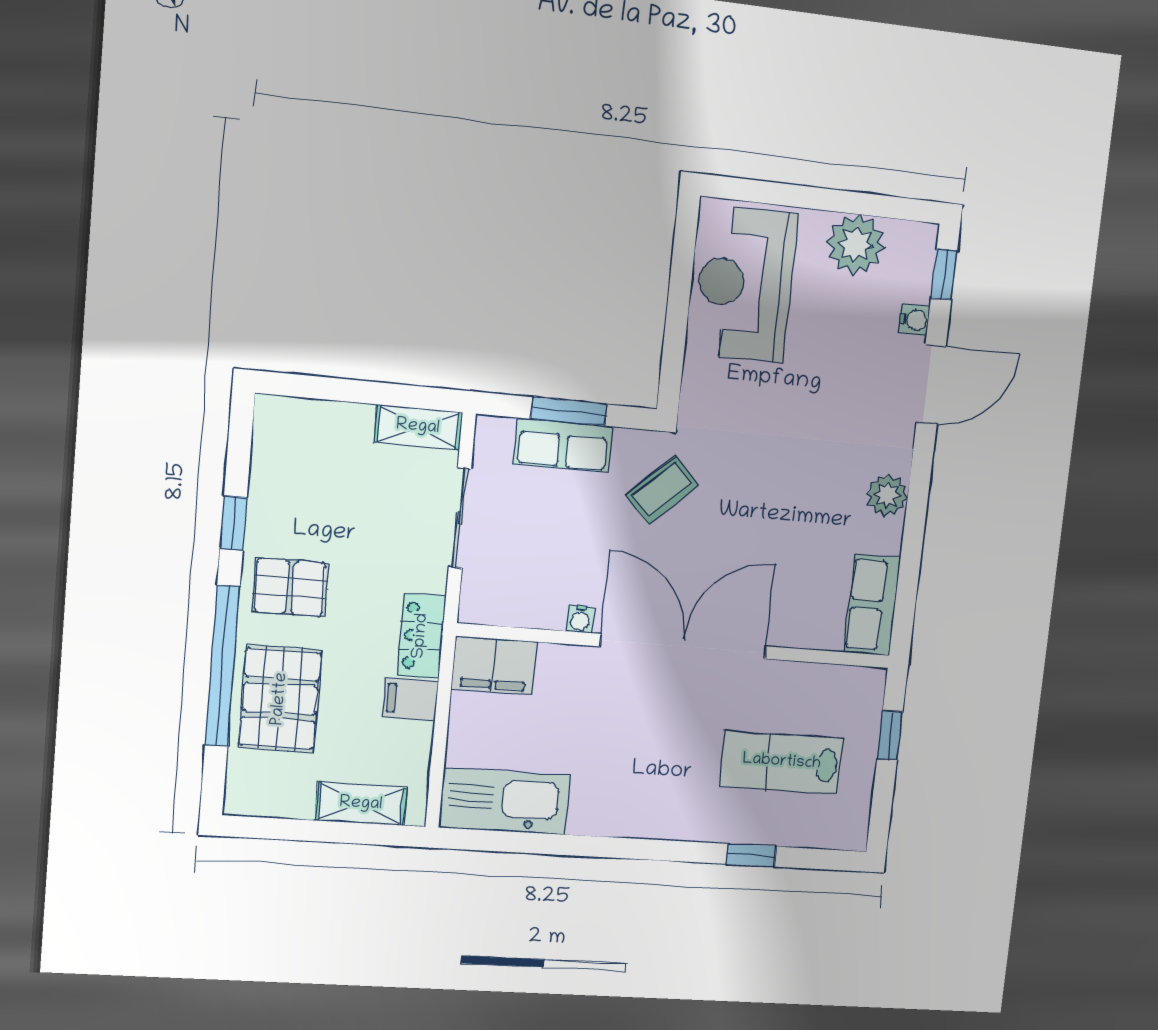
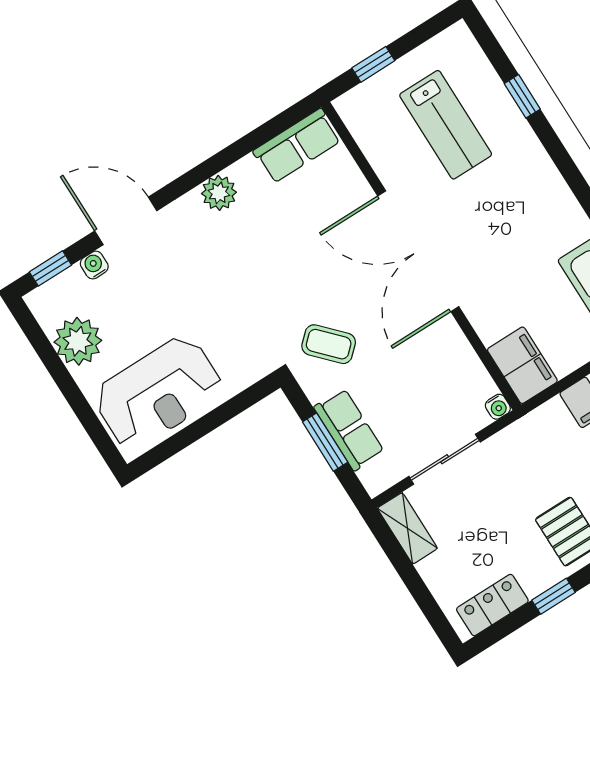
water cooler: (580, 619) -> (498, 407), moved, turned 90
locker: (421, 636) -> (492, 605), moved, turned 180

